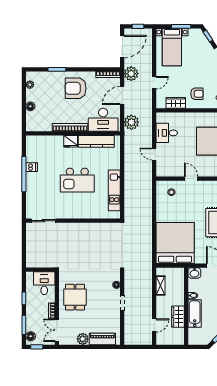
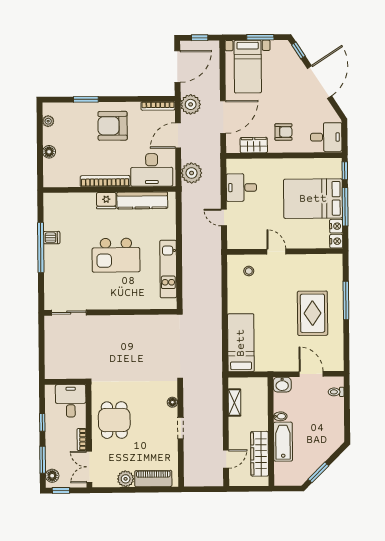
door: (154, 83) -> (223, 117), width x1.88
bed: (175, 243) -> (241, 343), width x0.49
wardrobe: (178, 317) -> (260, 454), width x1.50

